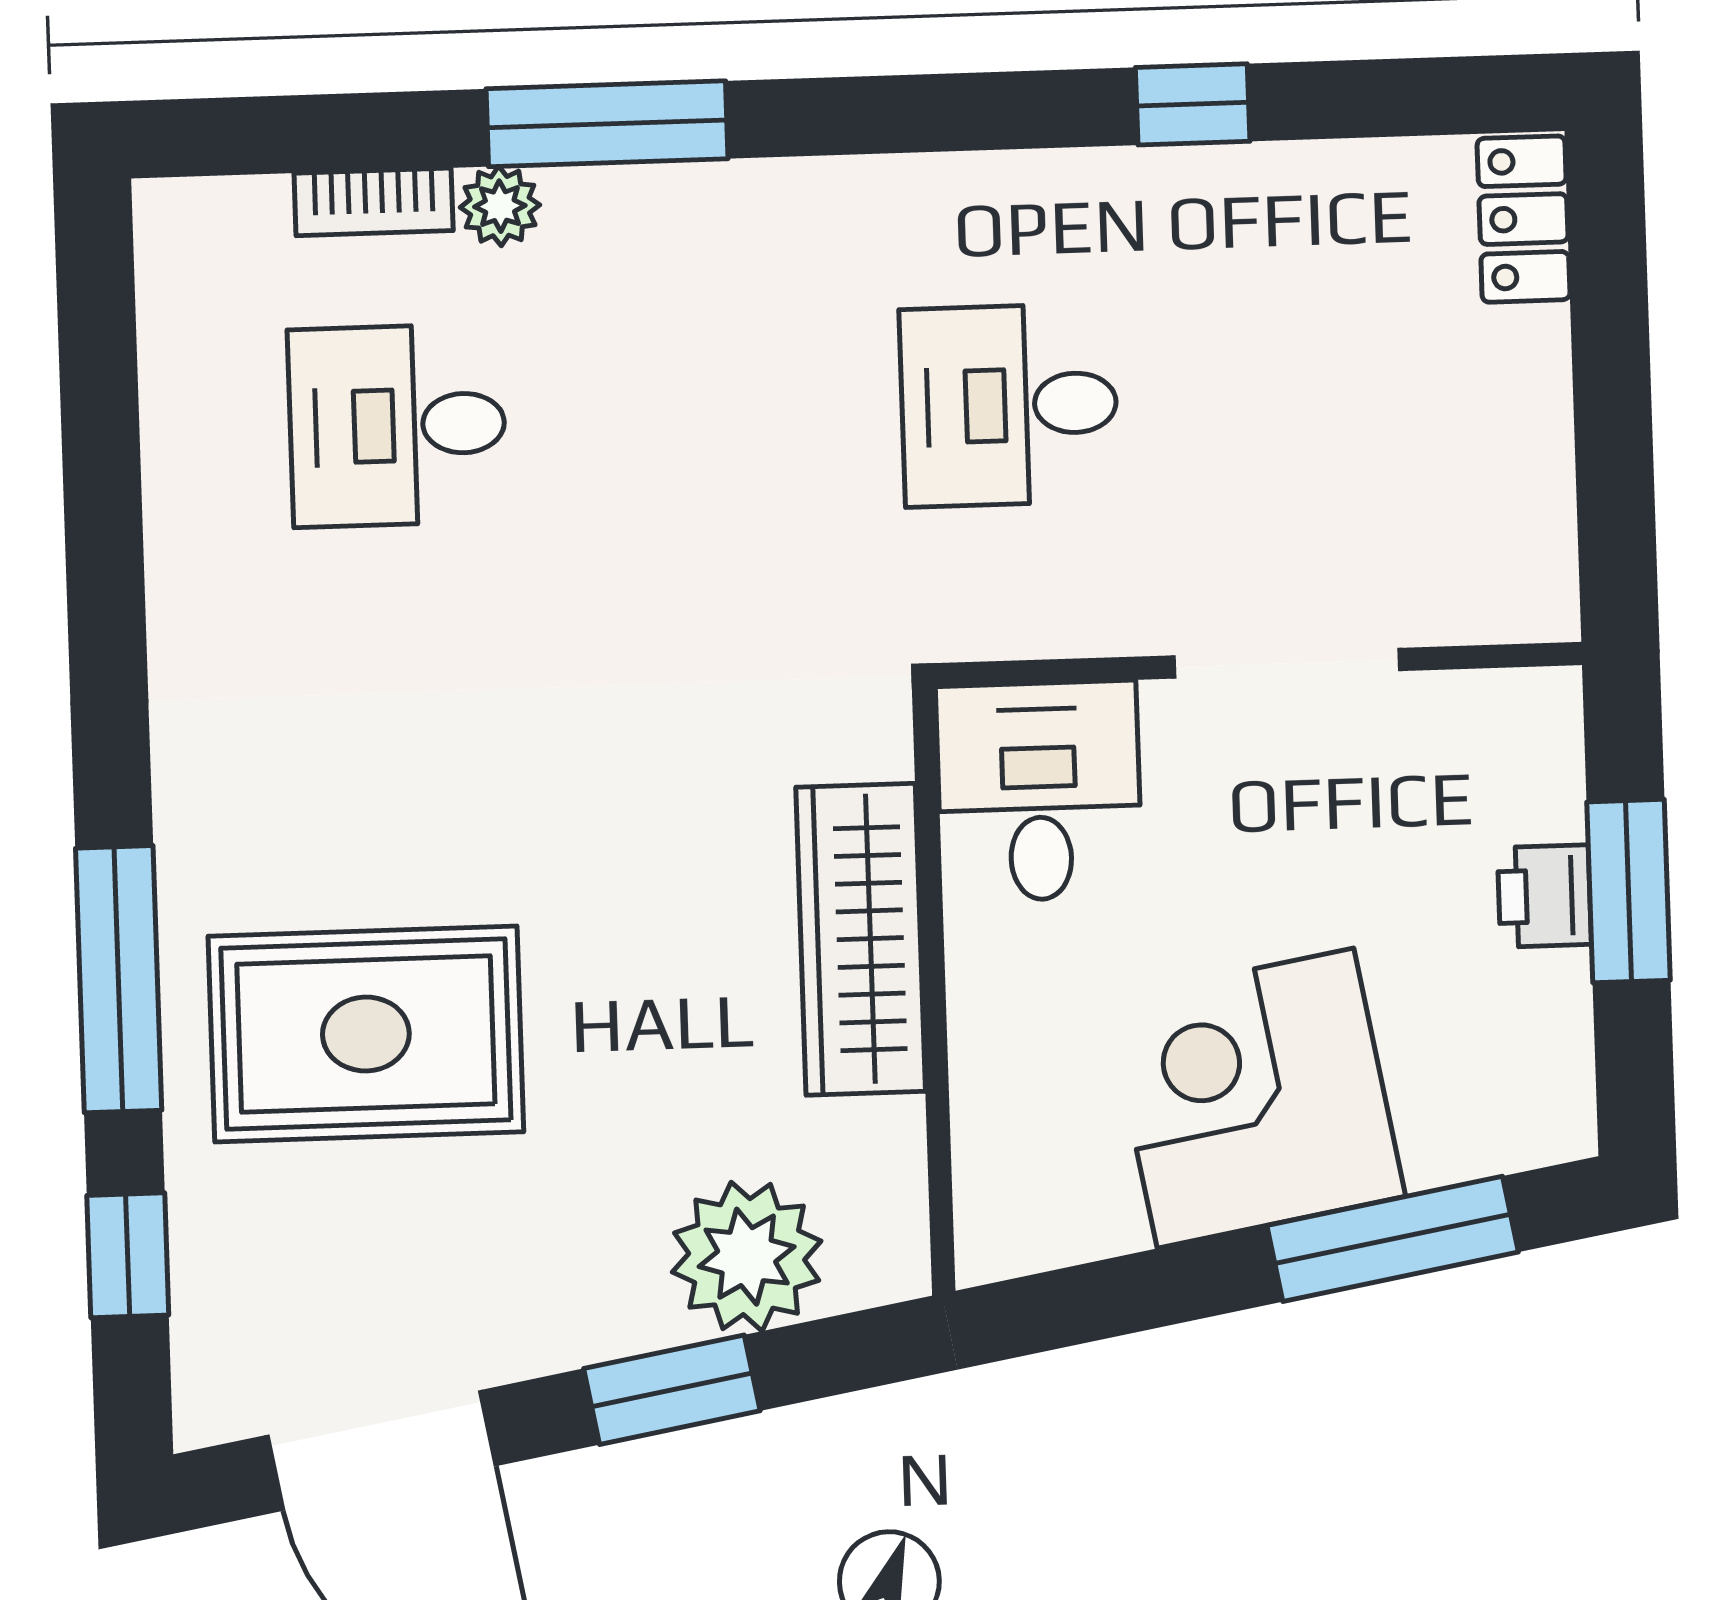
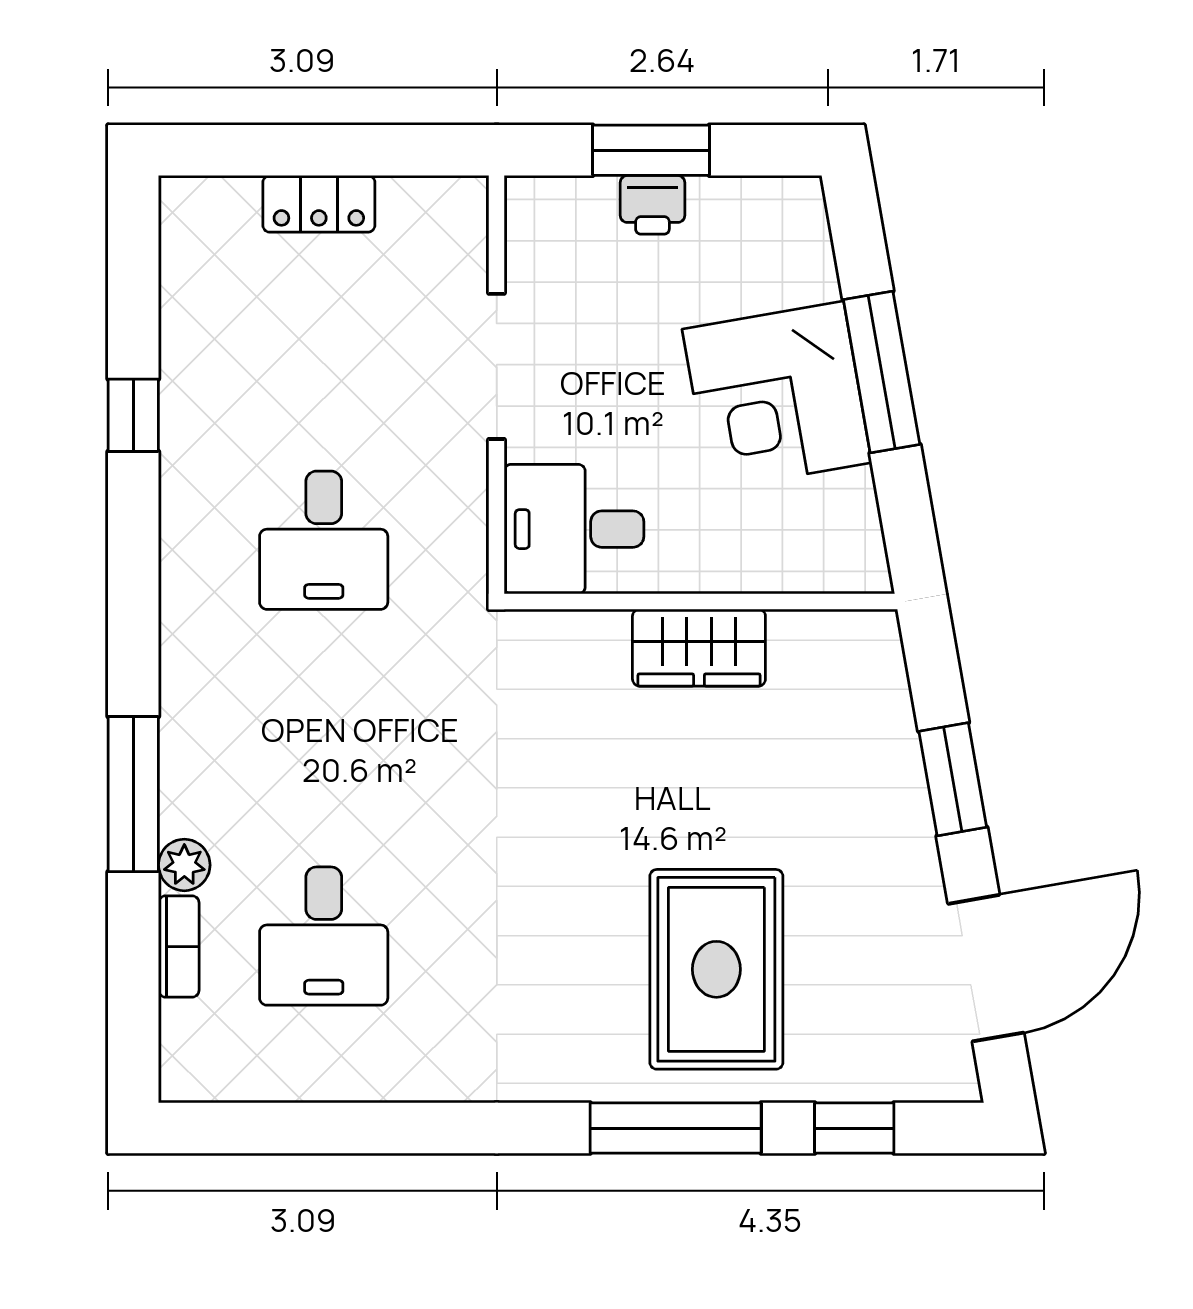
locker: (1524, 219) -> (319, 204), moved
wardrobe: (861, 939) -> (699, 648), width x0.67
window: (1393, 1239) -> (882, 372), moved
plant: (747, 1257) -> (868, 728), removed

